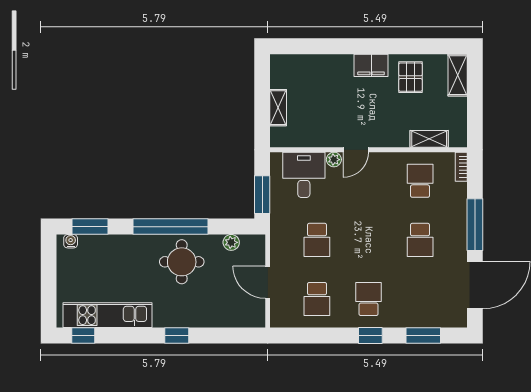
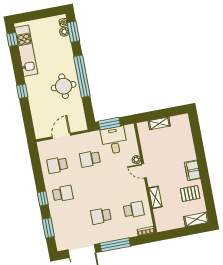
shelving: (429, 139) -> (155, 197), moved
desk: (304, 175) -> (114, 140), moved, turned -90
plant: (231, 242) -> (64, 32), moved

